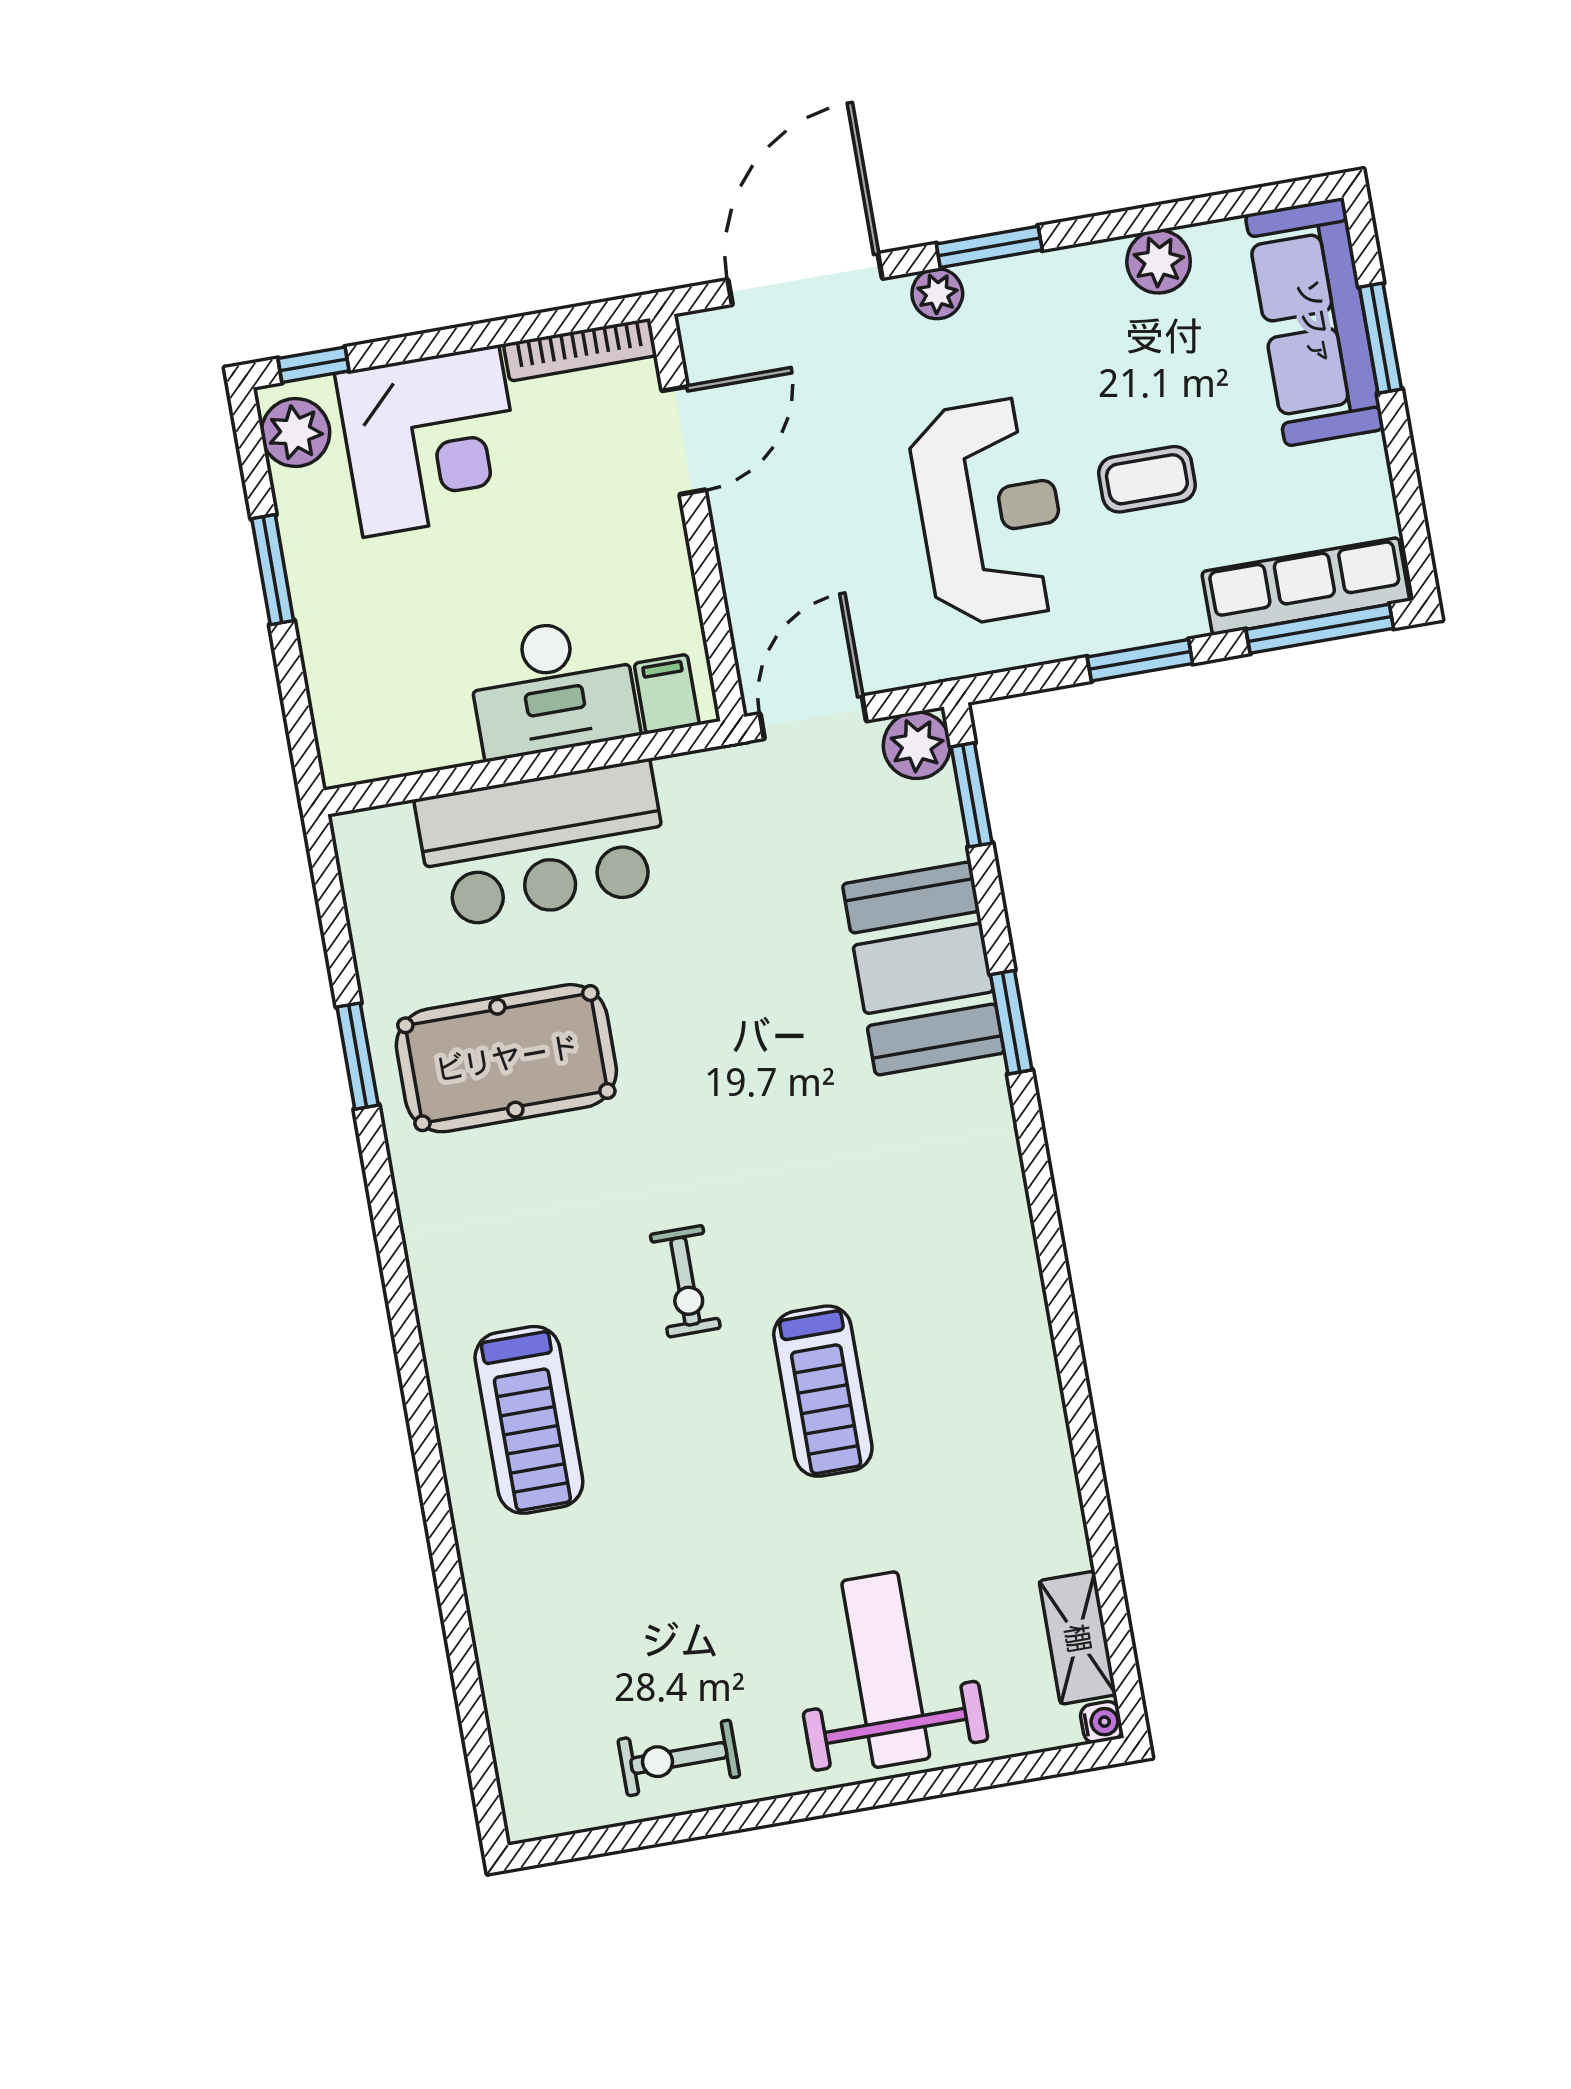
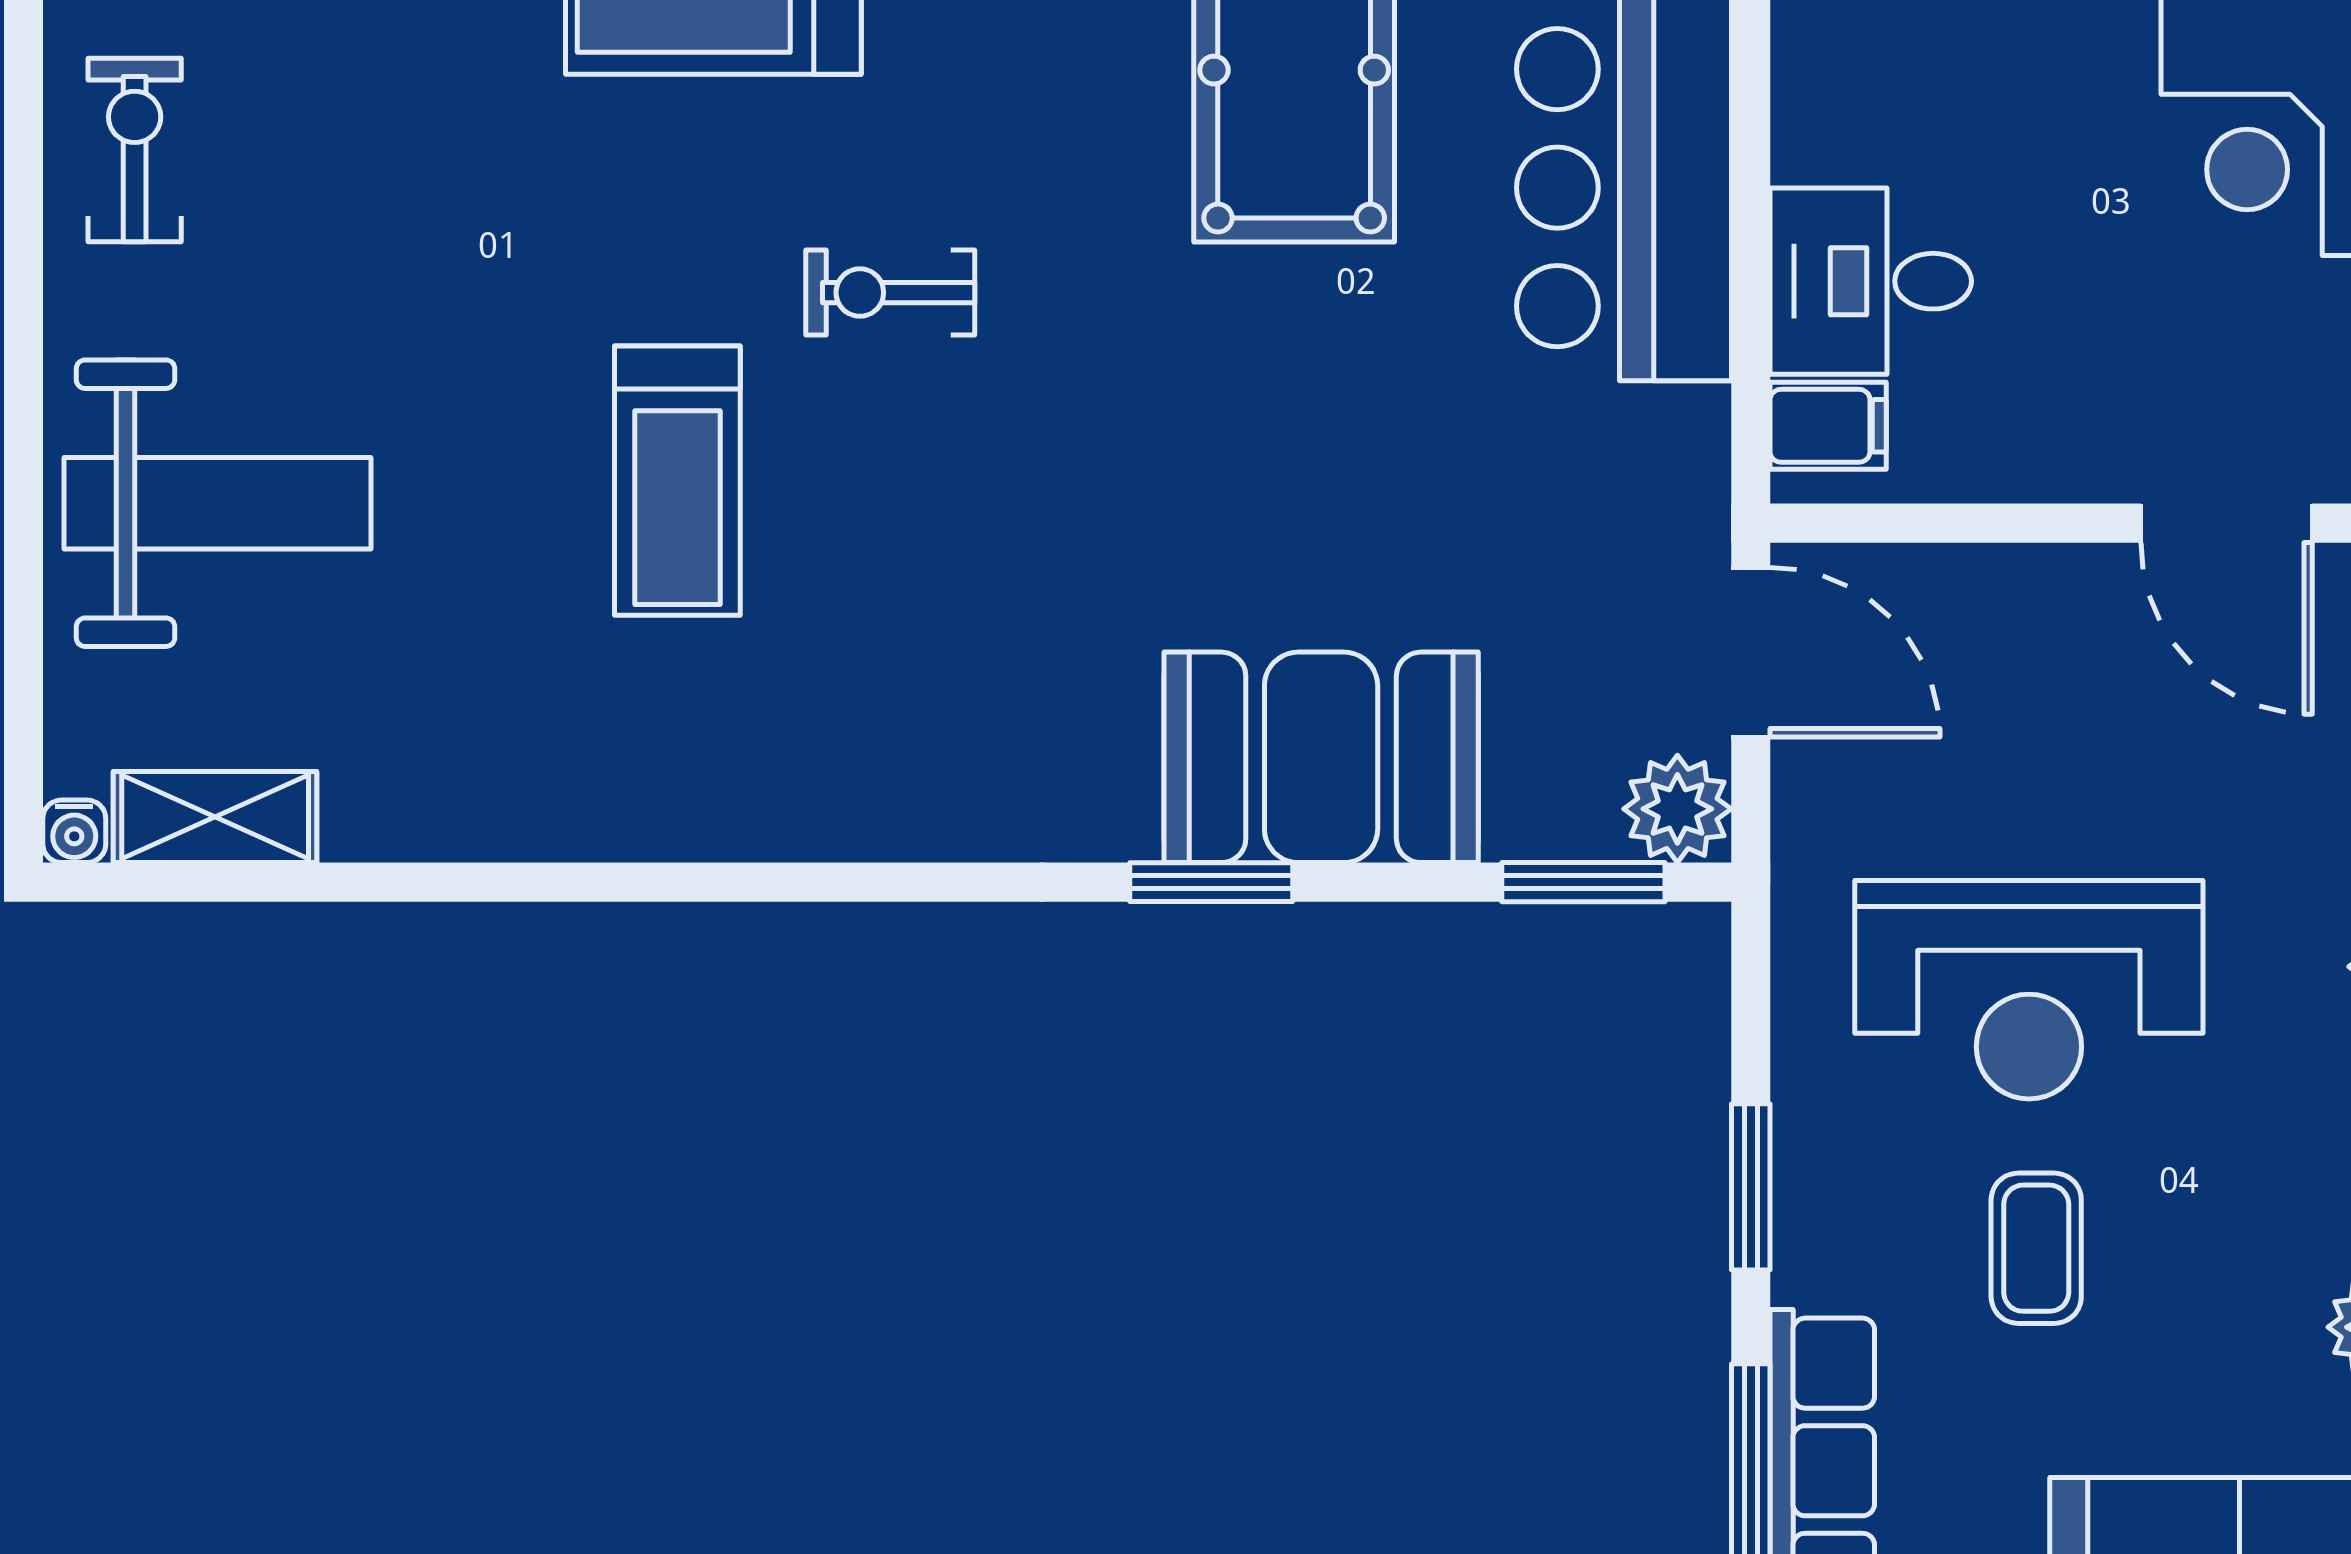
desk: (553, 687) -> (1871, 281), width x0.73
treadmill: (823, 1391) -> (677, 481), turned -90

